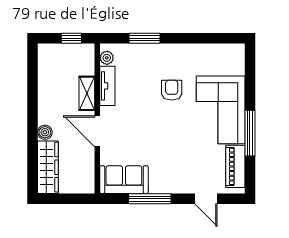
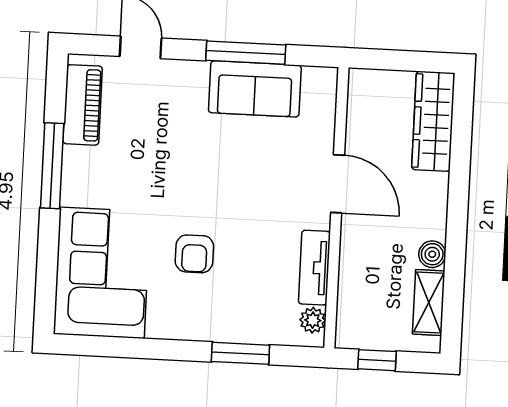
shelving: (87, 93) -> (429, 302), moved
corner sofa: (221, 110) -> (102, 273), moved
boiler: (45, 132) -> (432, 254), moved
sofa: (124, 180) -> (255, 89), moved

